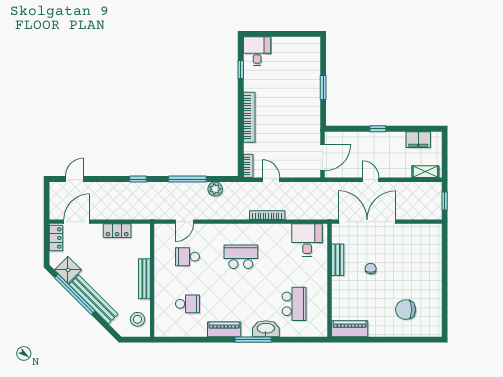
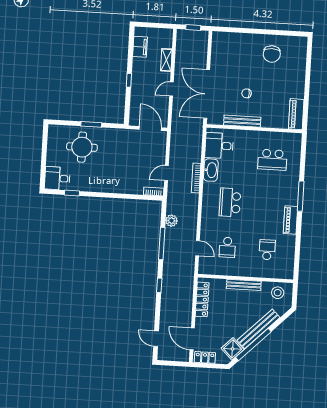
round table: (296, 78) -> (82, 147), added
bookcase: (249, 117) -> (113, 188), removed
shelving: (425, 172) -> (166, 60), moved
locker: (117, 231) -> (202, 299), width x1.53
bench: (338, 260) -> (242, 121), width x1.36
school desk: (294, 304) -> (272, 160), turned 180
chair: (406, 310) -> (272, 54), moved
washbasin: (266, 329) -> (211, 170), moved, turned 180

